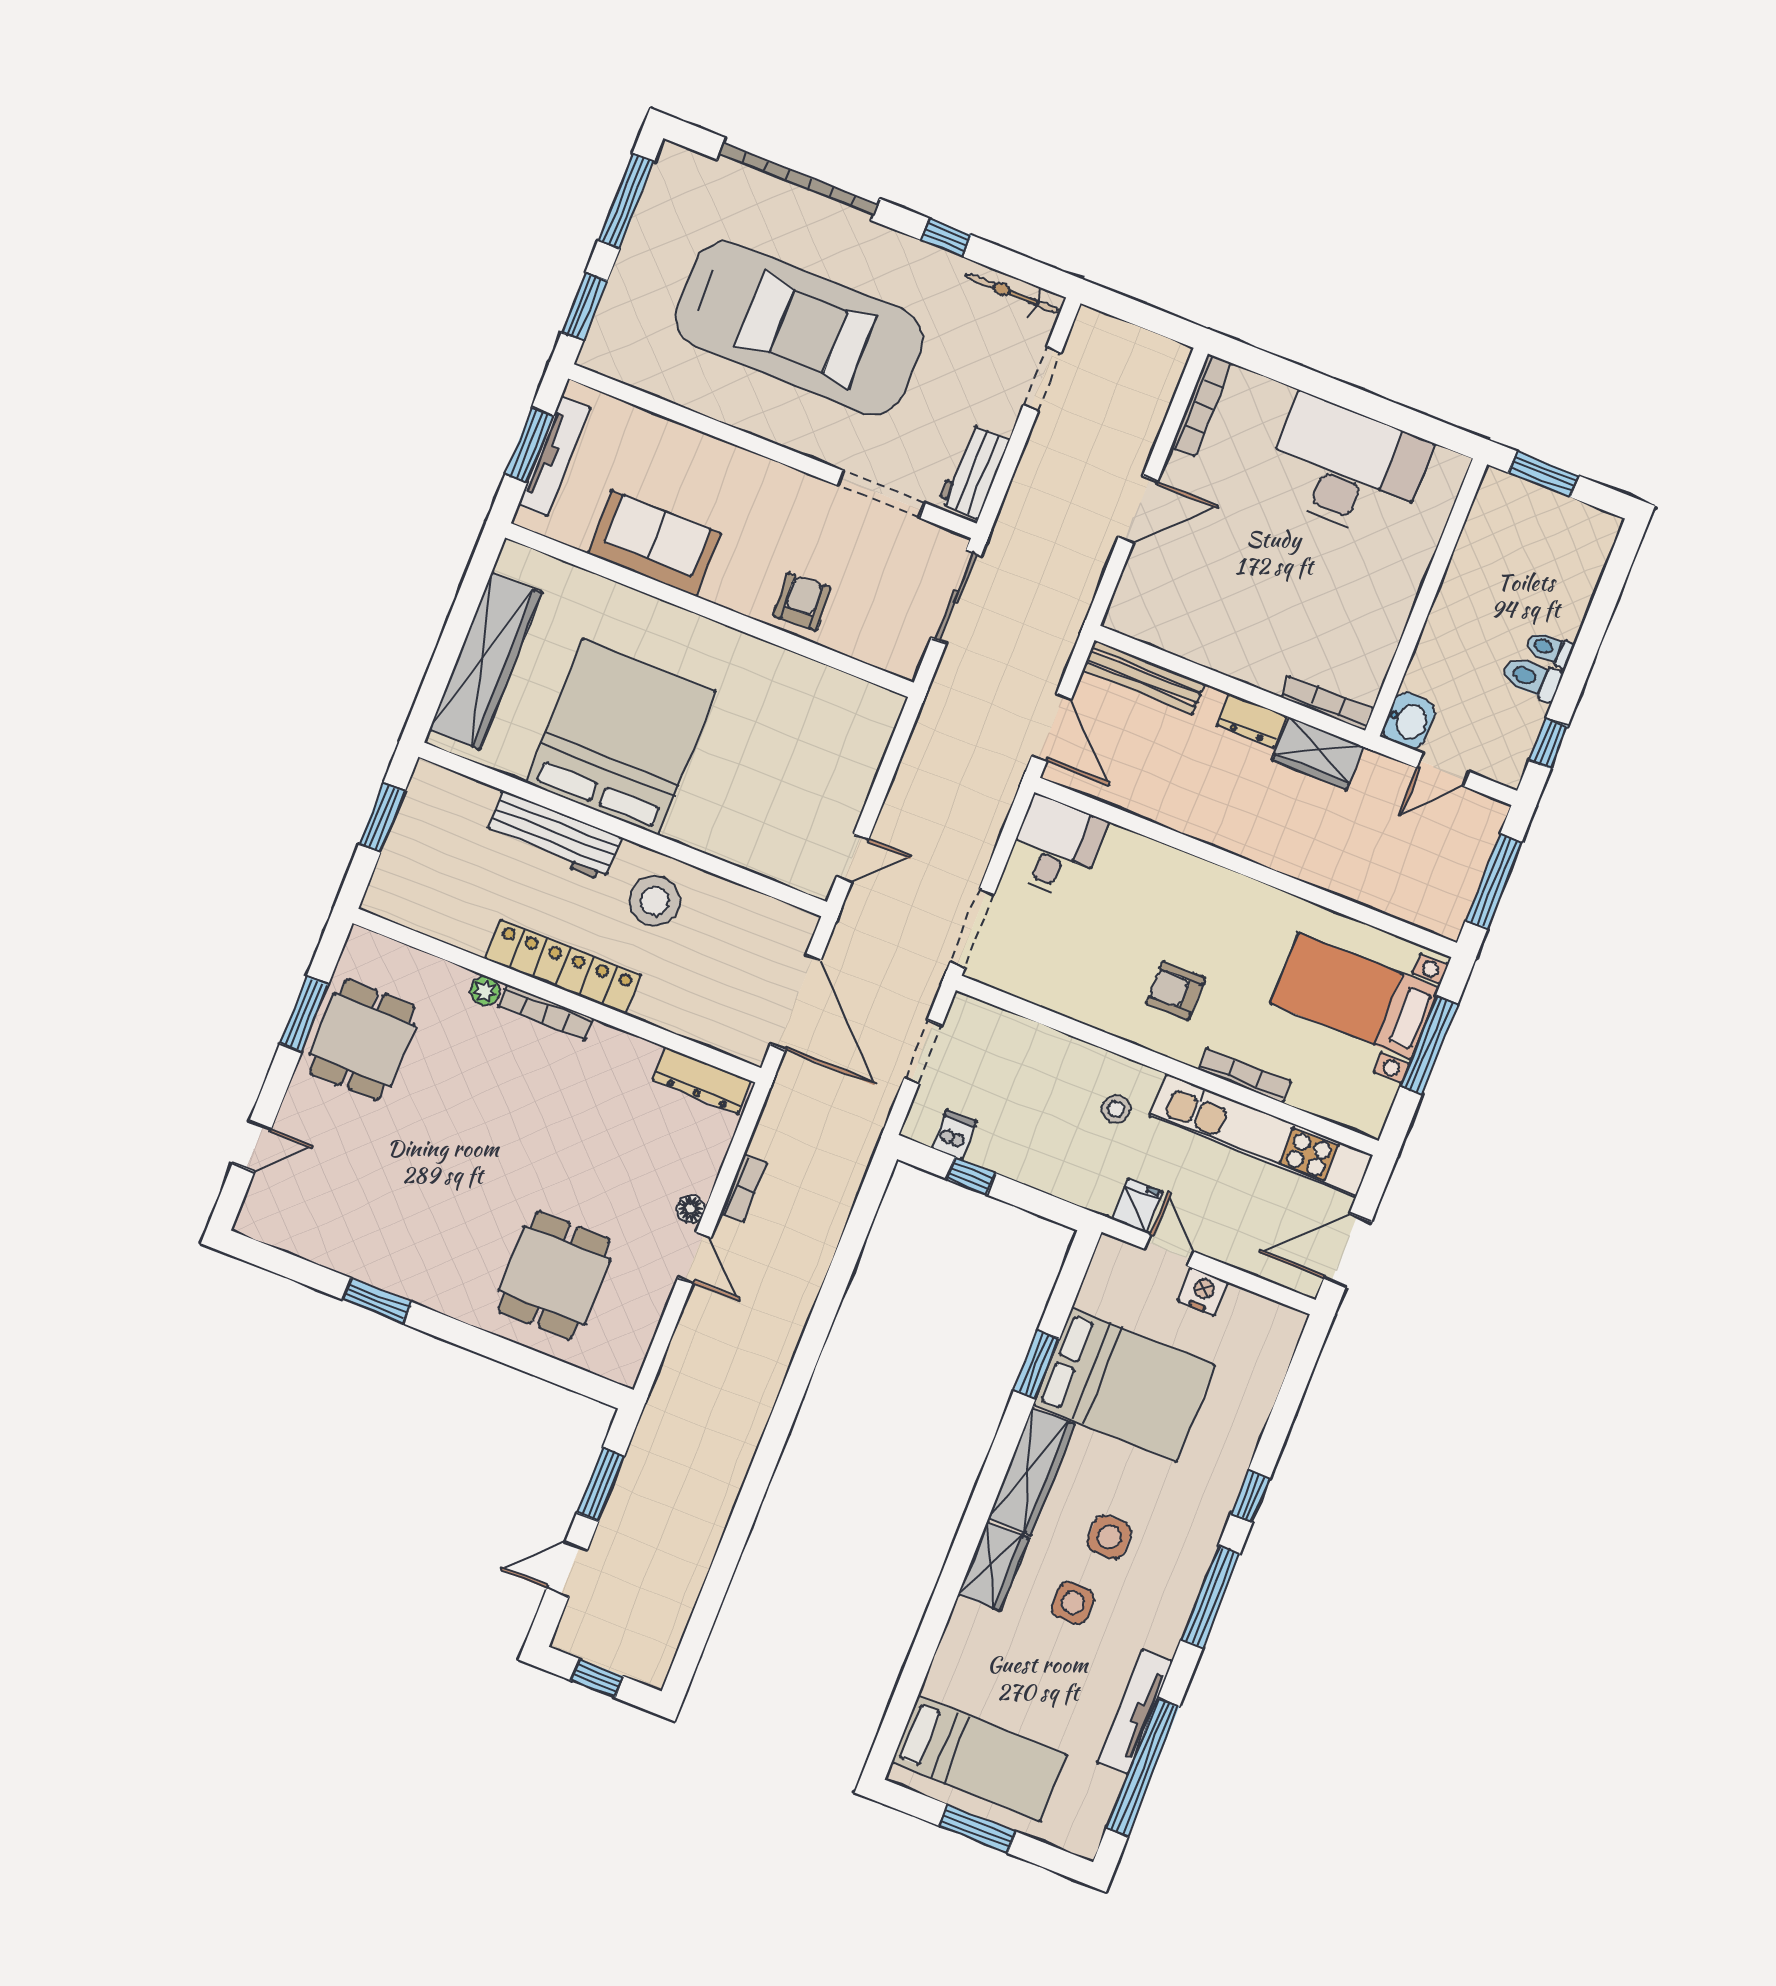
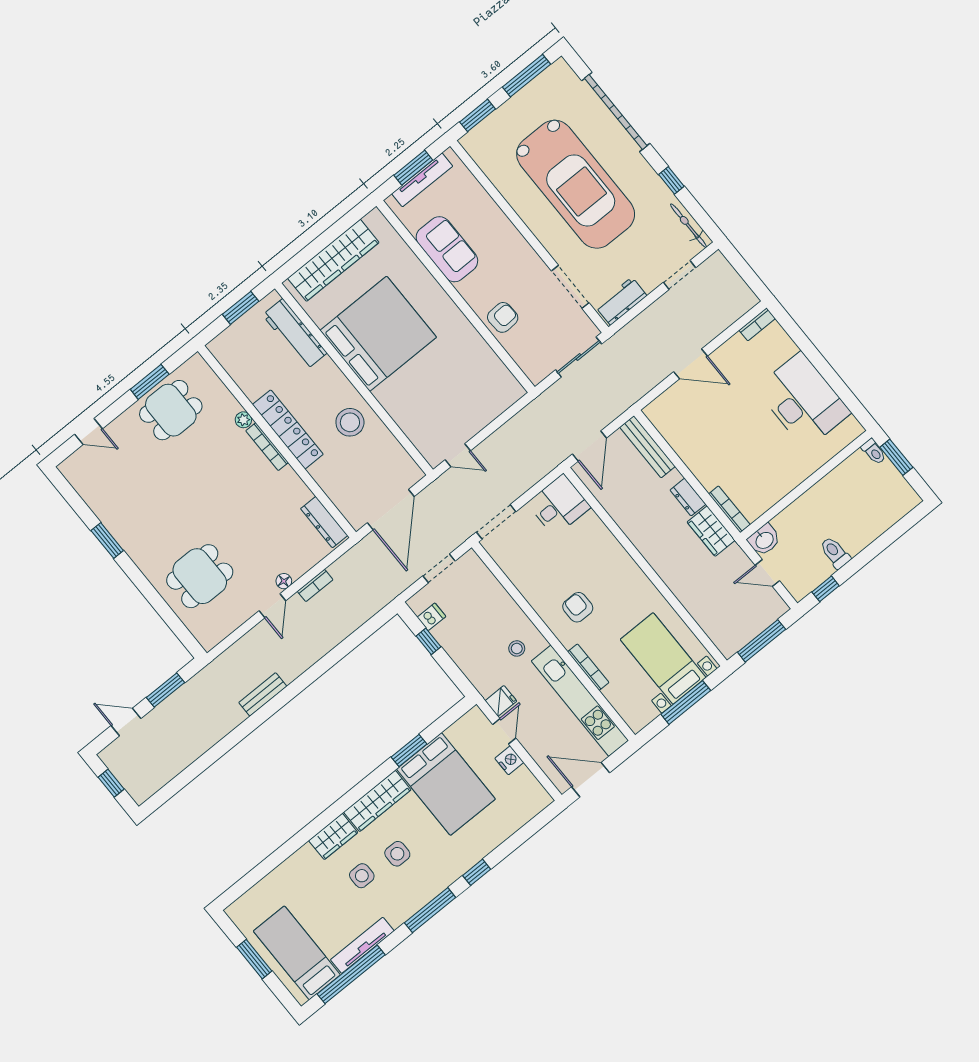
bookcase: (1201, 405) -> (757, 324), width x0.64
toilet: (1549, 649) -> (874, 452), moved, turned 180
workbench: (553, 836) -> (295, 334), moved
bench: (757, 1405) -> (263, 694), added
bed: (979, 1758) -> (297, 953), moved, turned 180

